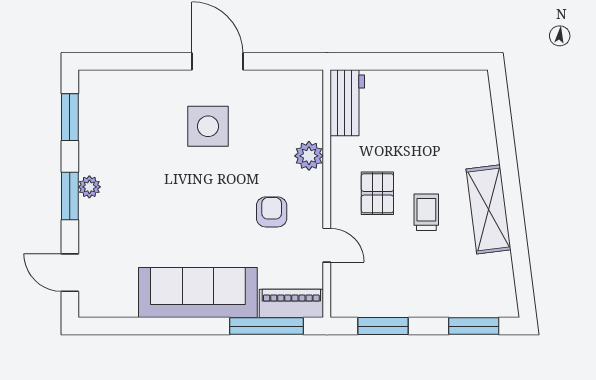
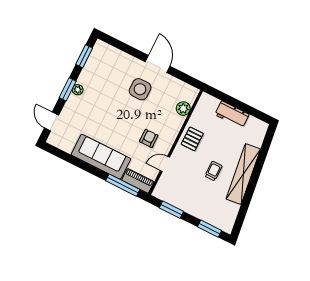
workbench: (347, 103) -> (232, 114), moved, turned 90
plant: (309, 156) -> (183, 109), moved
pallet: (377, 193) -> (192, 139), moved
shelving: (489, 209) -> (243, 174), width x1.47
door: (327, 245) -> (165, 164), swing flipped

